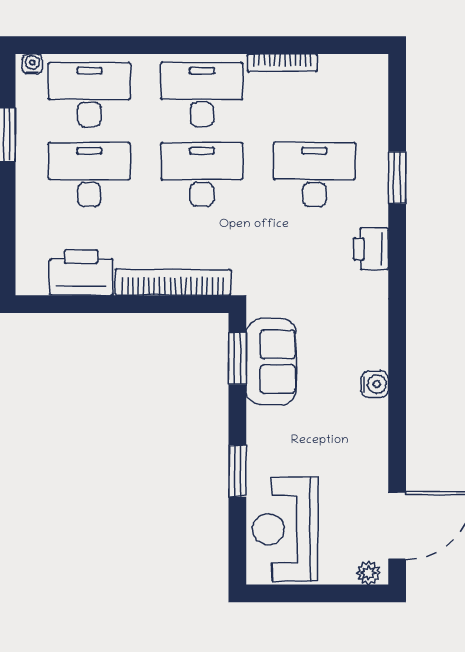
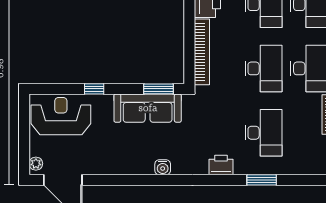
sofa: (271, 362) -> (148, 108), width x1.36
water cooler: (375, 384) -> (163, 167), moved
window: (237, 471) -> (94, 89), width x0.67

